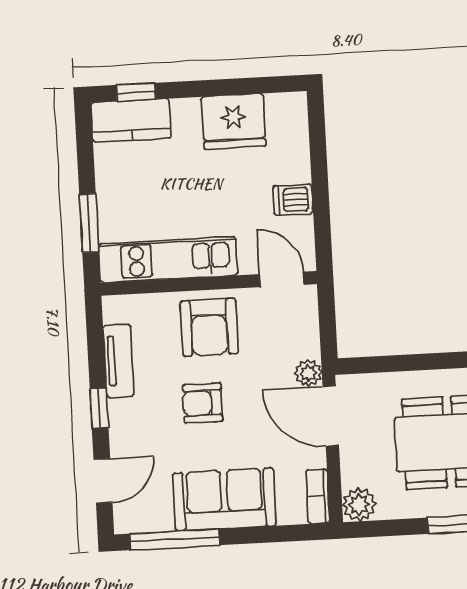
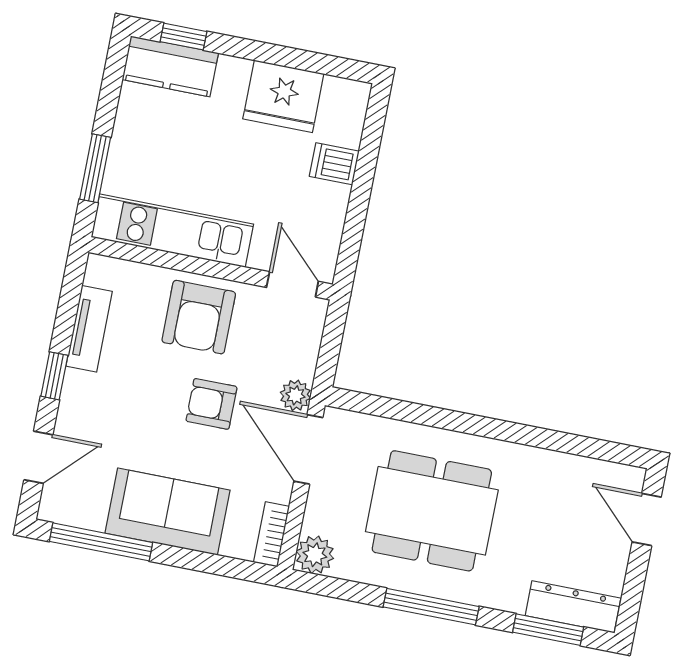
dishwasher: (293, 200) -> (334, 164), moved
armchair: (203, 403) -> (211, 404), moved

